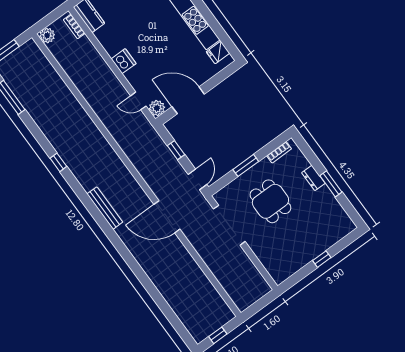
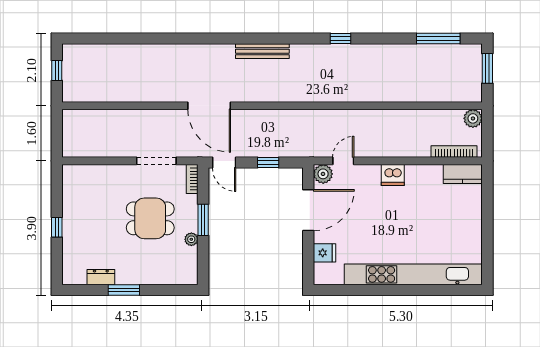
bookcase: (74, 26) -> (454, 152), width x1.56
fridge: (218, 52) -> (324, 253), moved, turned 90
bookcase: (279, 152) -> (192, 179), moved
plant: (264, 164) -> (191, 239), added
dresser: (313, 178) -> (101, 277), moved
door: (167, 217) -> (209, 106), swing flipped
doorway: (229, 225) -> (156, 161), width x0.73

